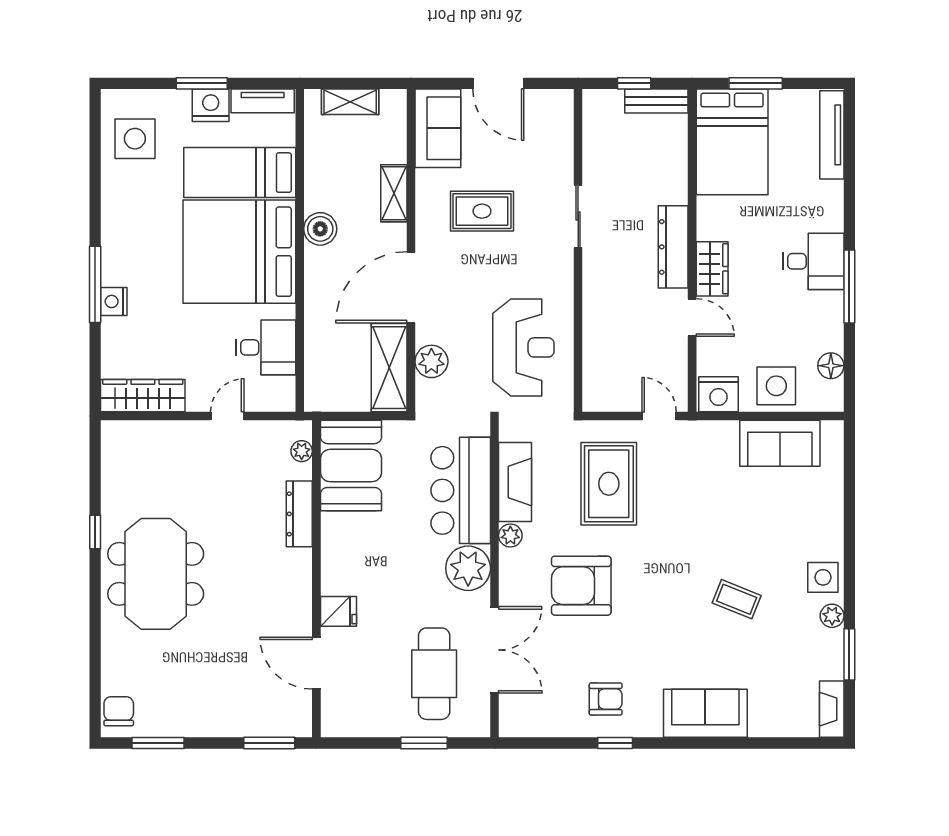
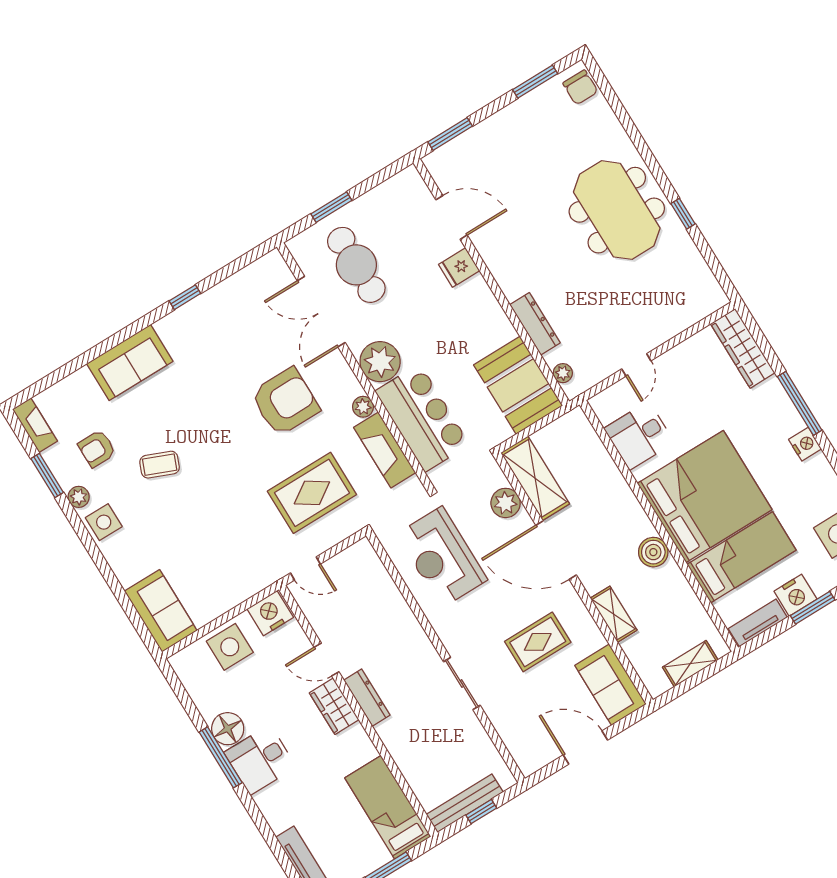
bench: (656, 101) -> (465, 803), width x1.36
bed: (732, 142) -> (388, 807), width x0.67
dresser: (673, 247) -> (367, 698), width x0.73, depth x0.80
door: (411, 287) -> (556, 550), swing flipped
nightstand: (114, 301) -> (805, 444), moved
floor lamp: (831, 366) -> (228, 729), moved, width x1.38, depth x1.38
wardrobe: (143, 396) -> (743, 348), moved, turned 90
sofa: (780, 443) -> (161, 611), moved, turned 90
rug: (609, 484) -> (312, 493), turned 90
armchair: (606, 699) -> (97, 449), moved

